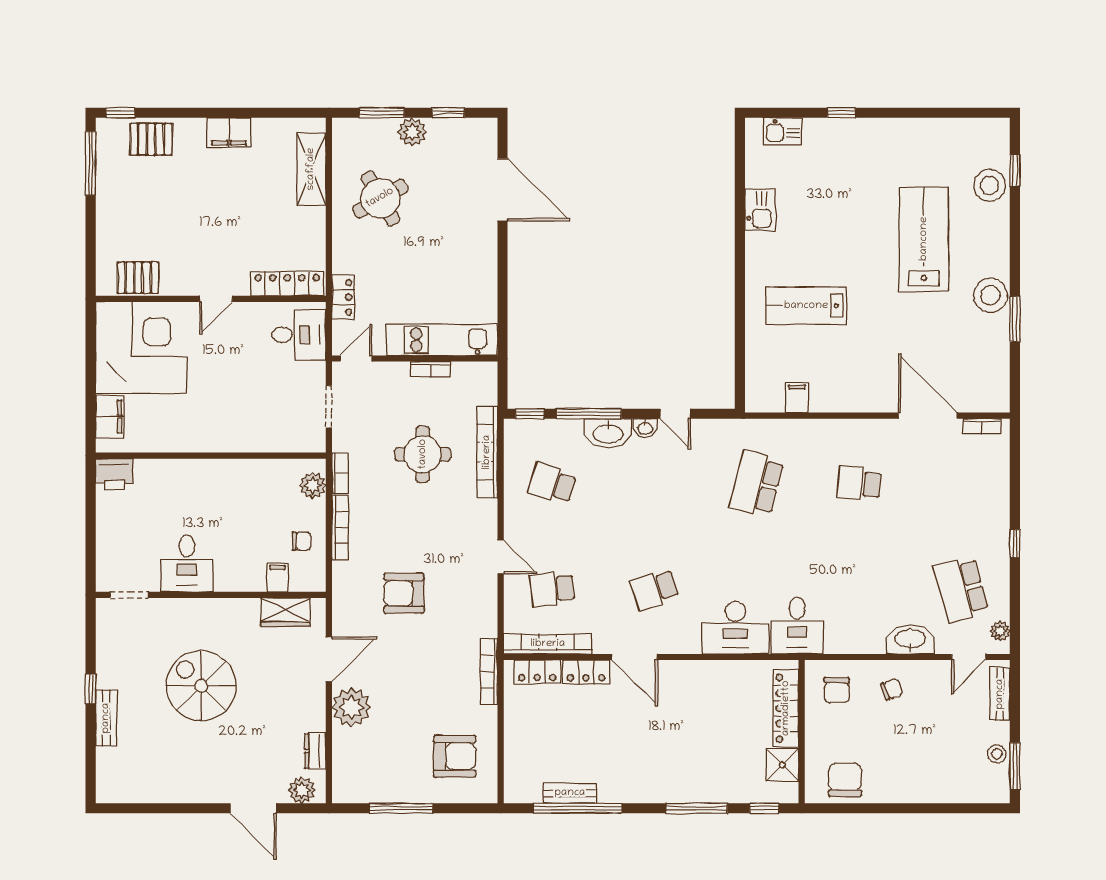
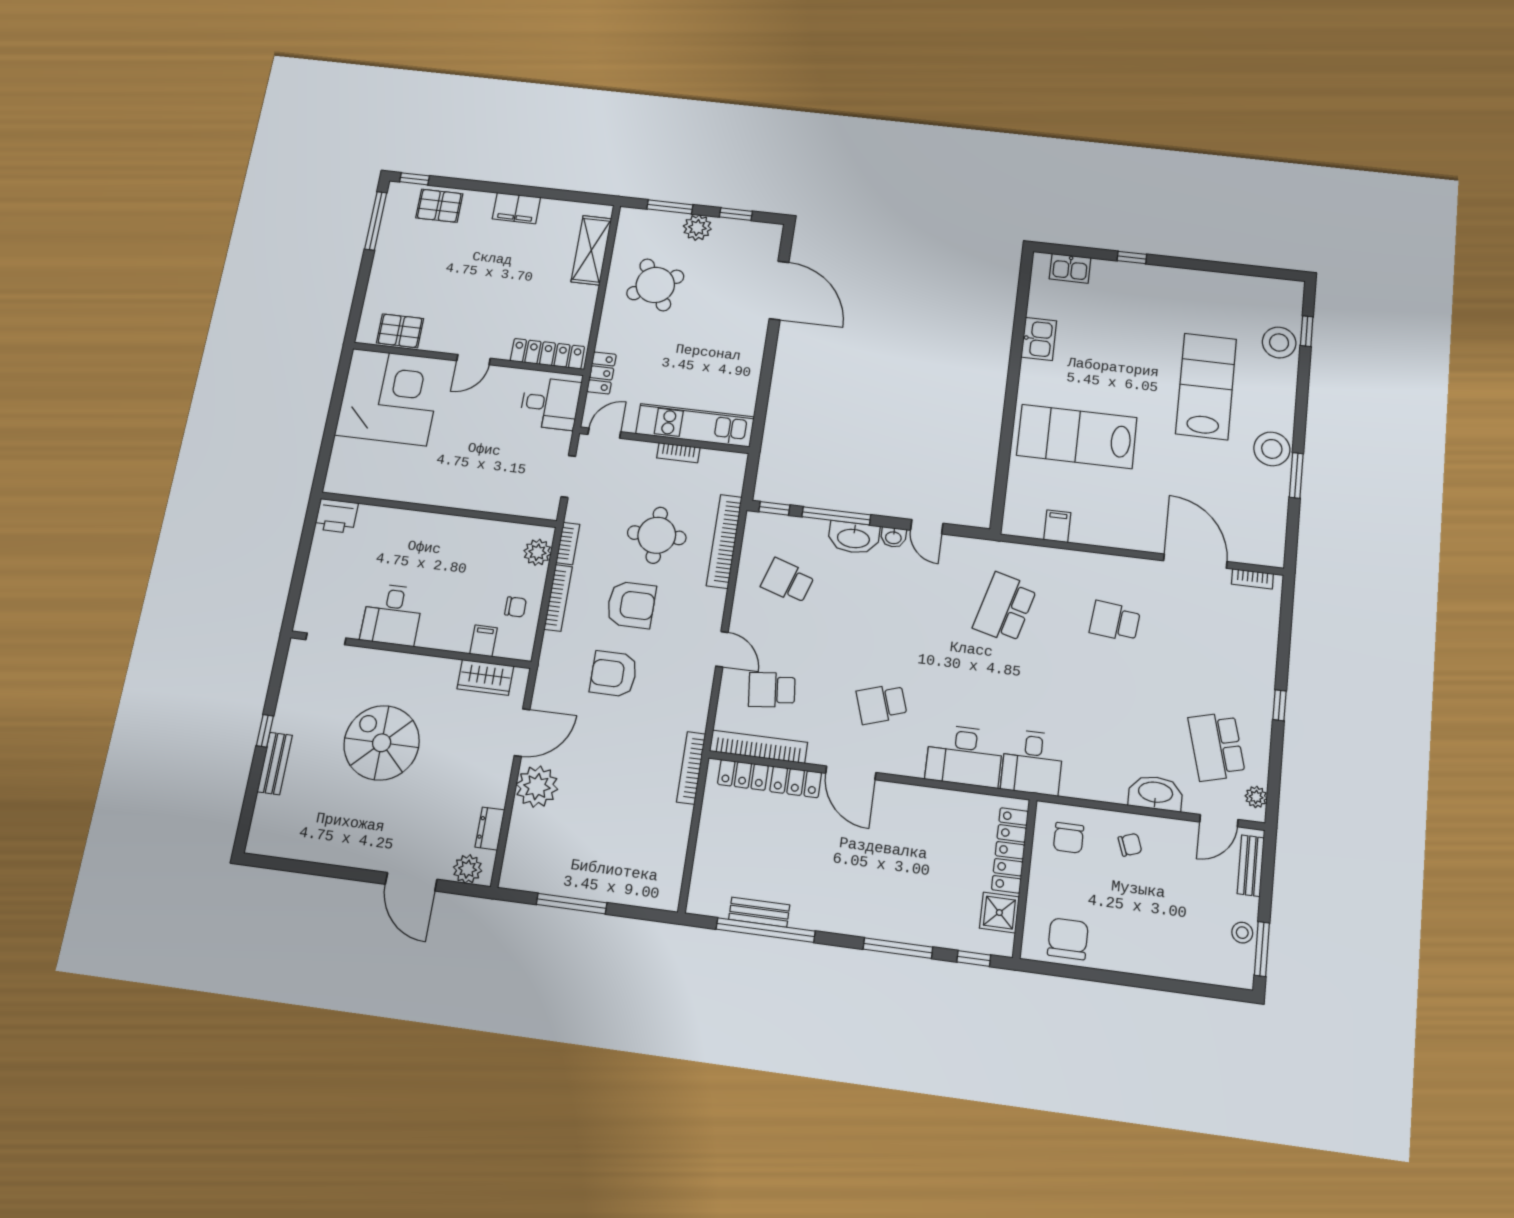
lab bench: (806, 306) -> (1077, 437), width x1.36, depth x1.39
filing cabinet: (110, 417) -> (344, 459), removed
armchair: (455, 756) -> (631, 605), moved

